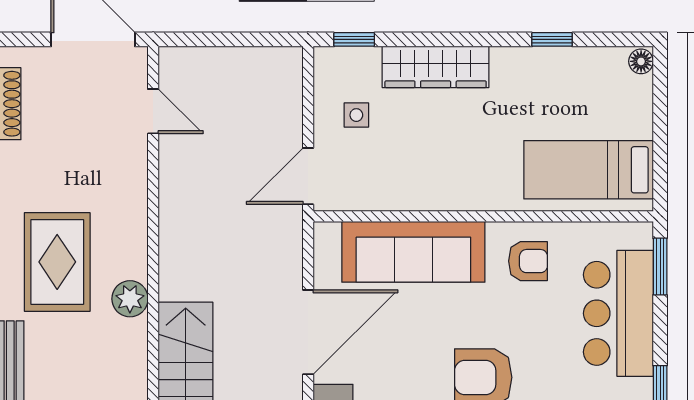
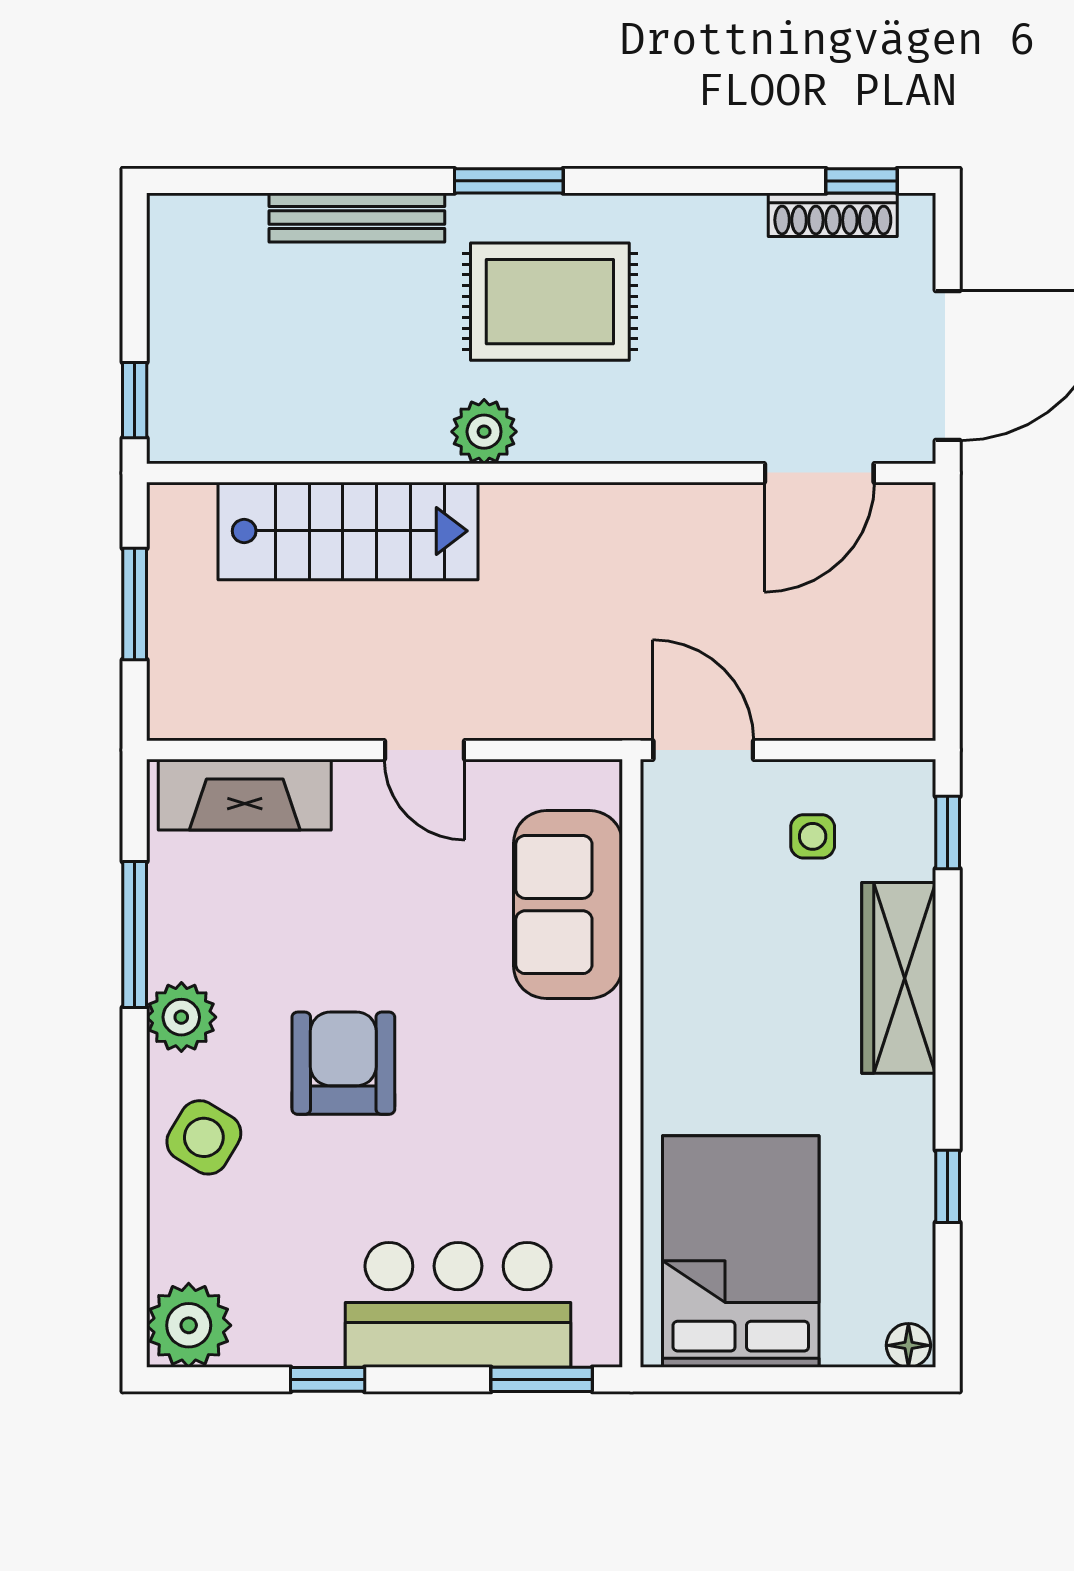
door: (153, 111) -> (819, 473), width x1.38
bed: (589, 170) -> (741, 1252), width x1.50
sofa: (413, 252) -> (568, 905), width x0.73
armchair: (528, 261) -> (551, 1143), removed
door: (308, 332) -> (424, 750), width x0.53

